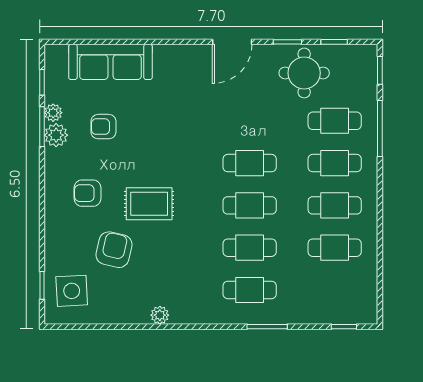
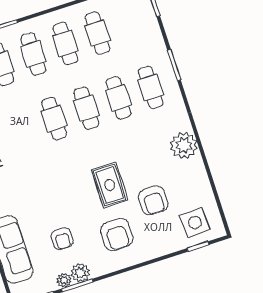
armchair: (87, 193) -> (117, 234), width x1.38, depth x1.38
armchair: (114, 250) -> (153, 200), turned -103
plant: (160, 315) -> (184, 145), width x1.88, depth x1.88

